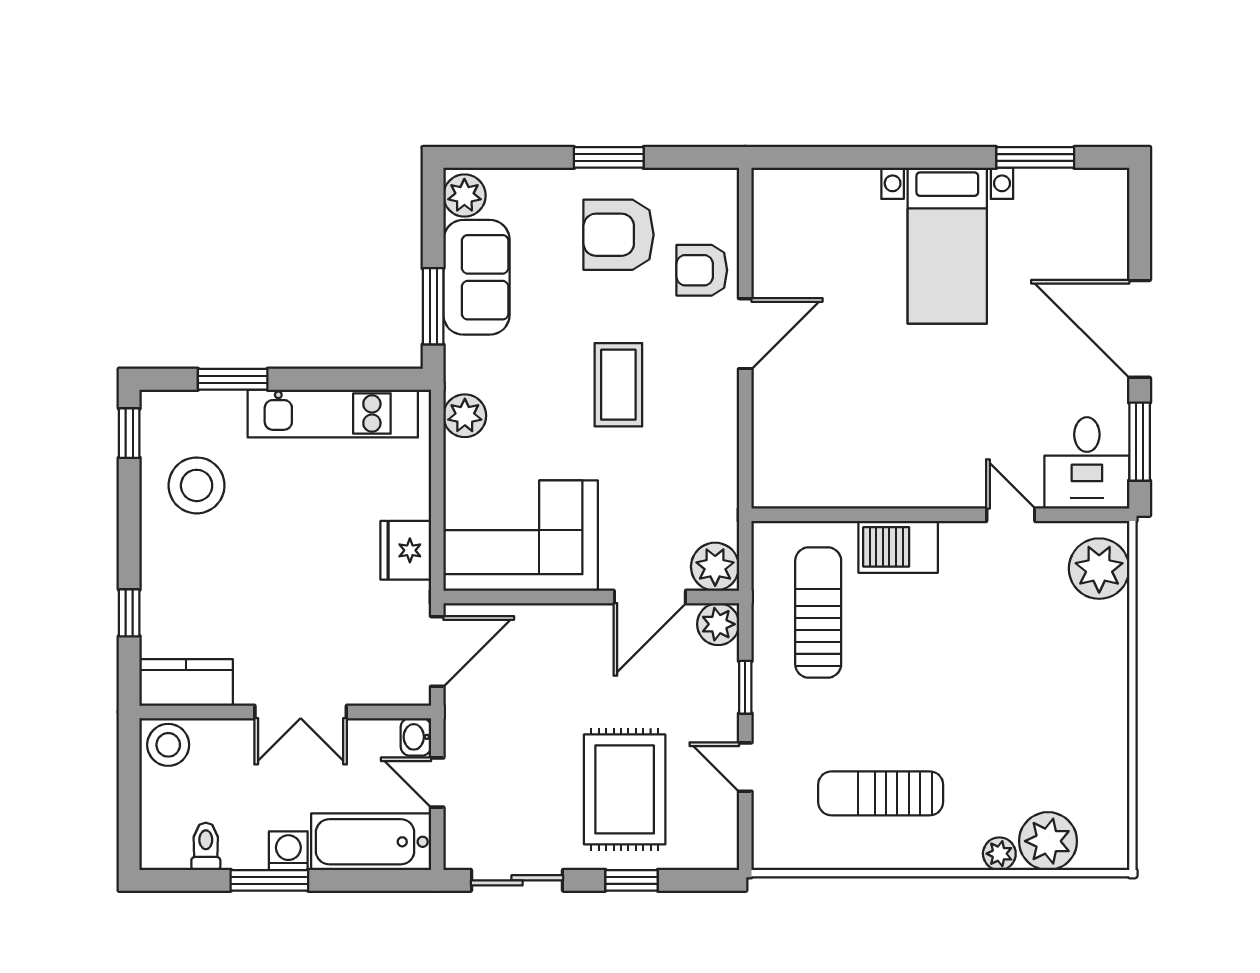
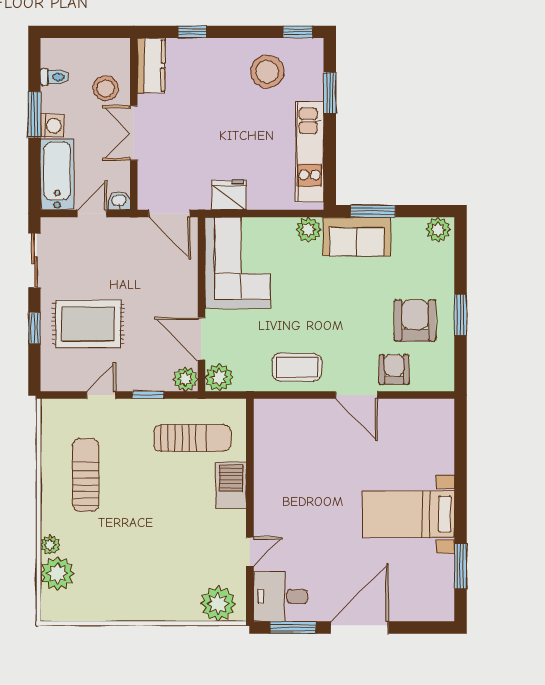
sofa: (477, 277) -> (357, 237), moved
coffee table: (618, 385) -> (297, 367), moved
stool: (168, 745) -> (106, 88), moved

